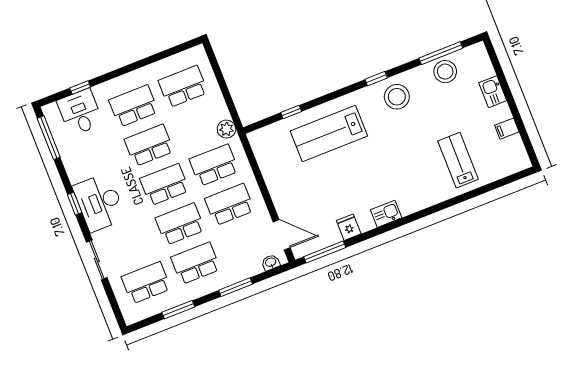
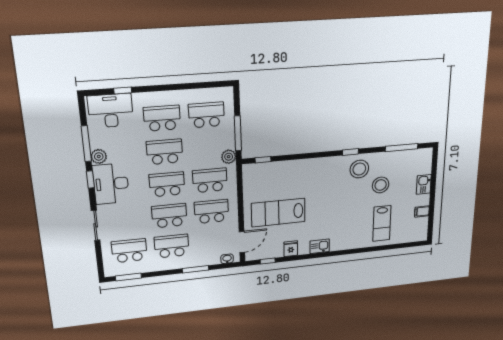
stool: (445, 72) -> (381, 185), moved
window: (227, 97) -> (238, 133), added
desk: (80, 112) -> (111, 111), width x1.37
window: (291, 112) -> (263, 160), moved
lab bench: (329, 134) -> (278, 213), moved
window: (49, 138) -> (86, 144), moved
lab bench: (458, 160) -> (382, 224), turned 180
plant: (76, 173) -> (99, 156), added
door: (282, 235) -> (242, 242), hinge flipped
window: (325, 252) -> (268, 261), width x0.46
window: (178, 310) -> (128, 277), moved

